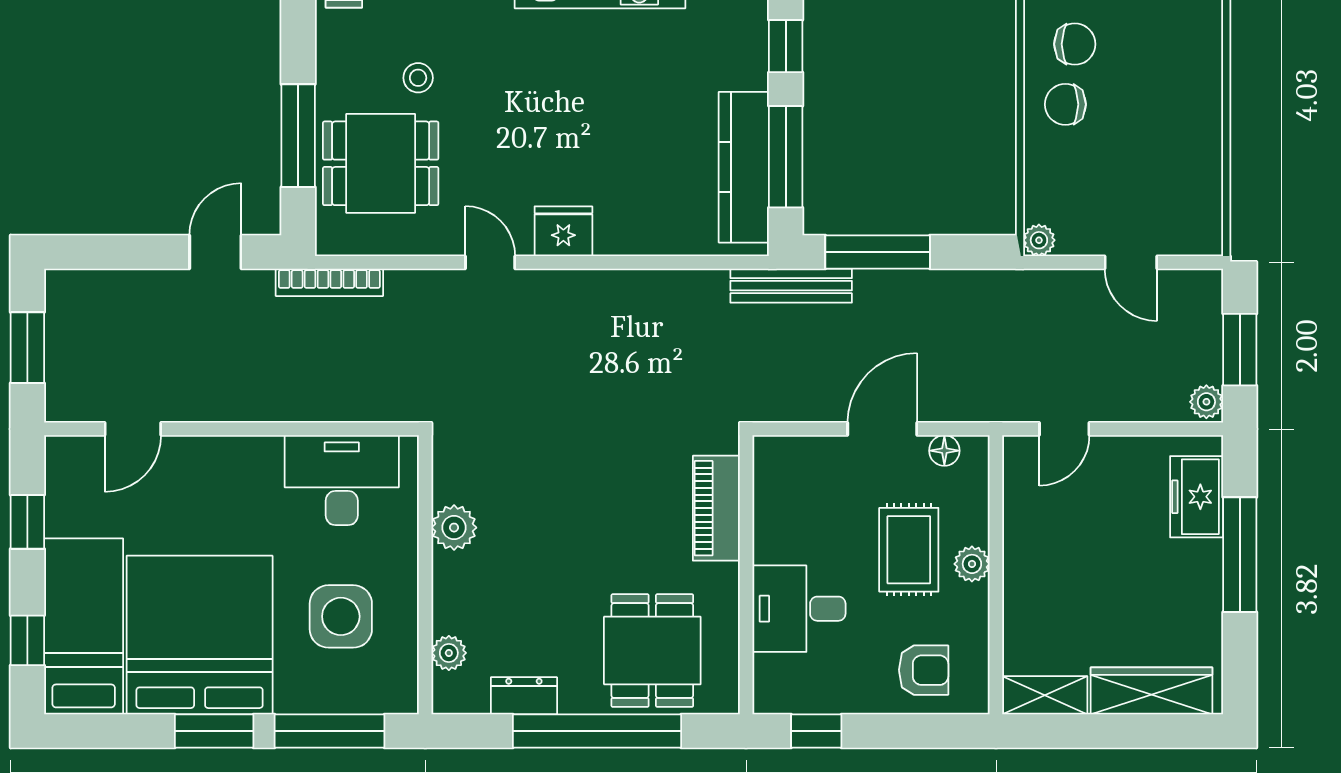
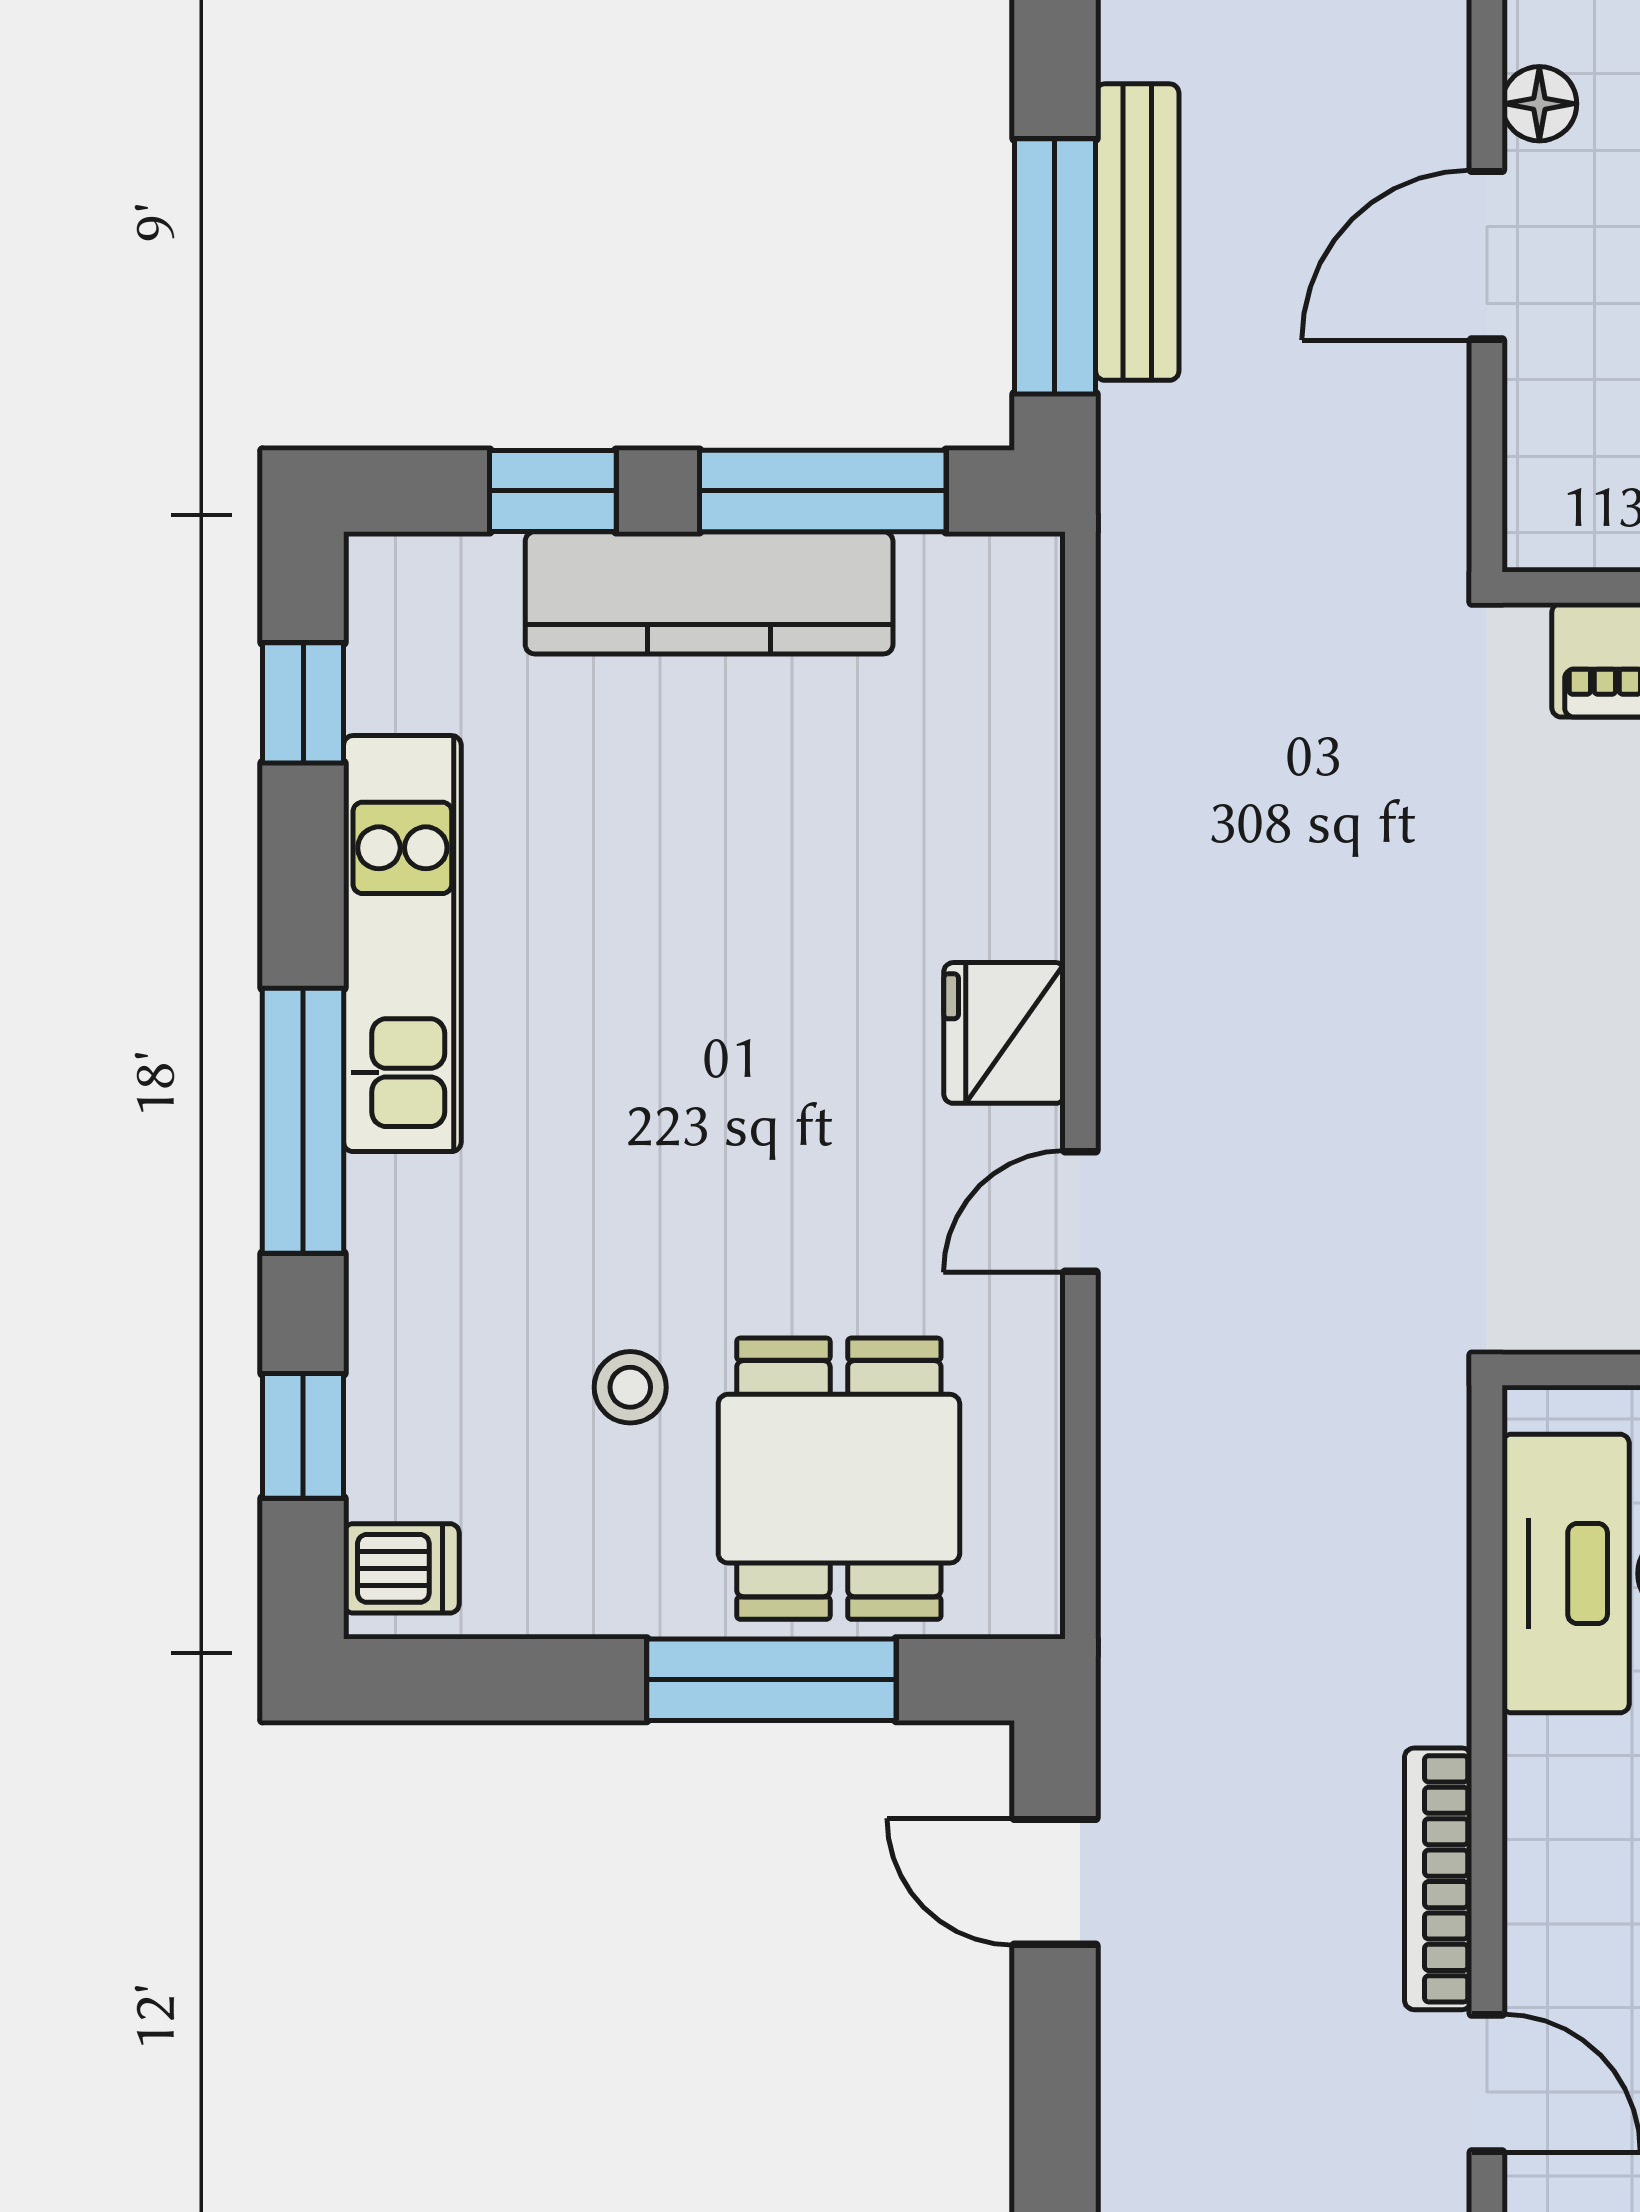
kitchen counter: (744, 167) -> (709, 593), moved
bookcase: (329, 282) -> (1438, 1879), moved, turned 180
bench: (791, 286) -> (1137, 232), moved
door: (882, 429) -> (1487, 255), hinge flipped

